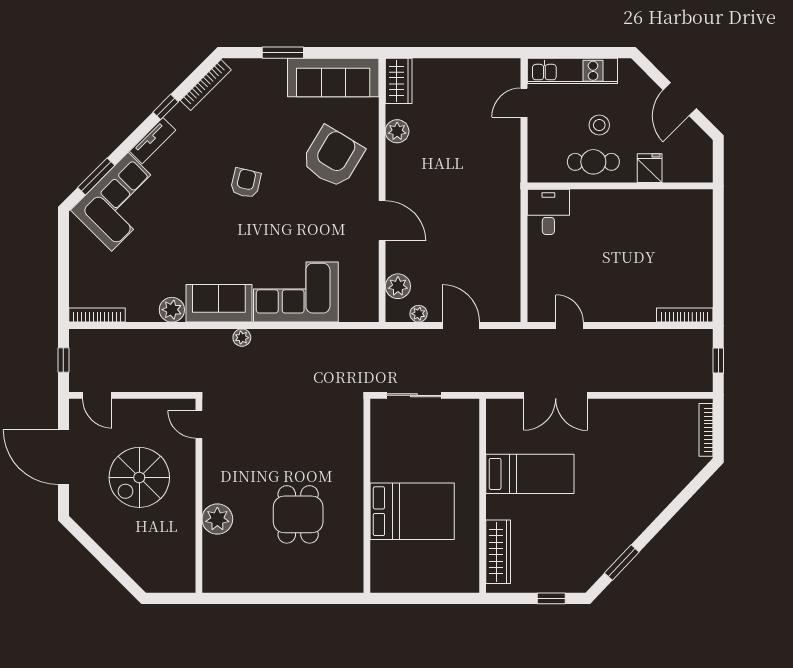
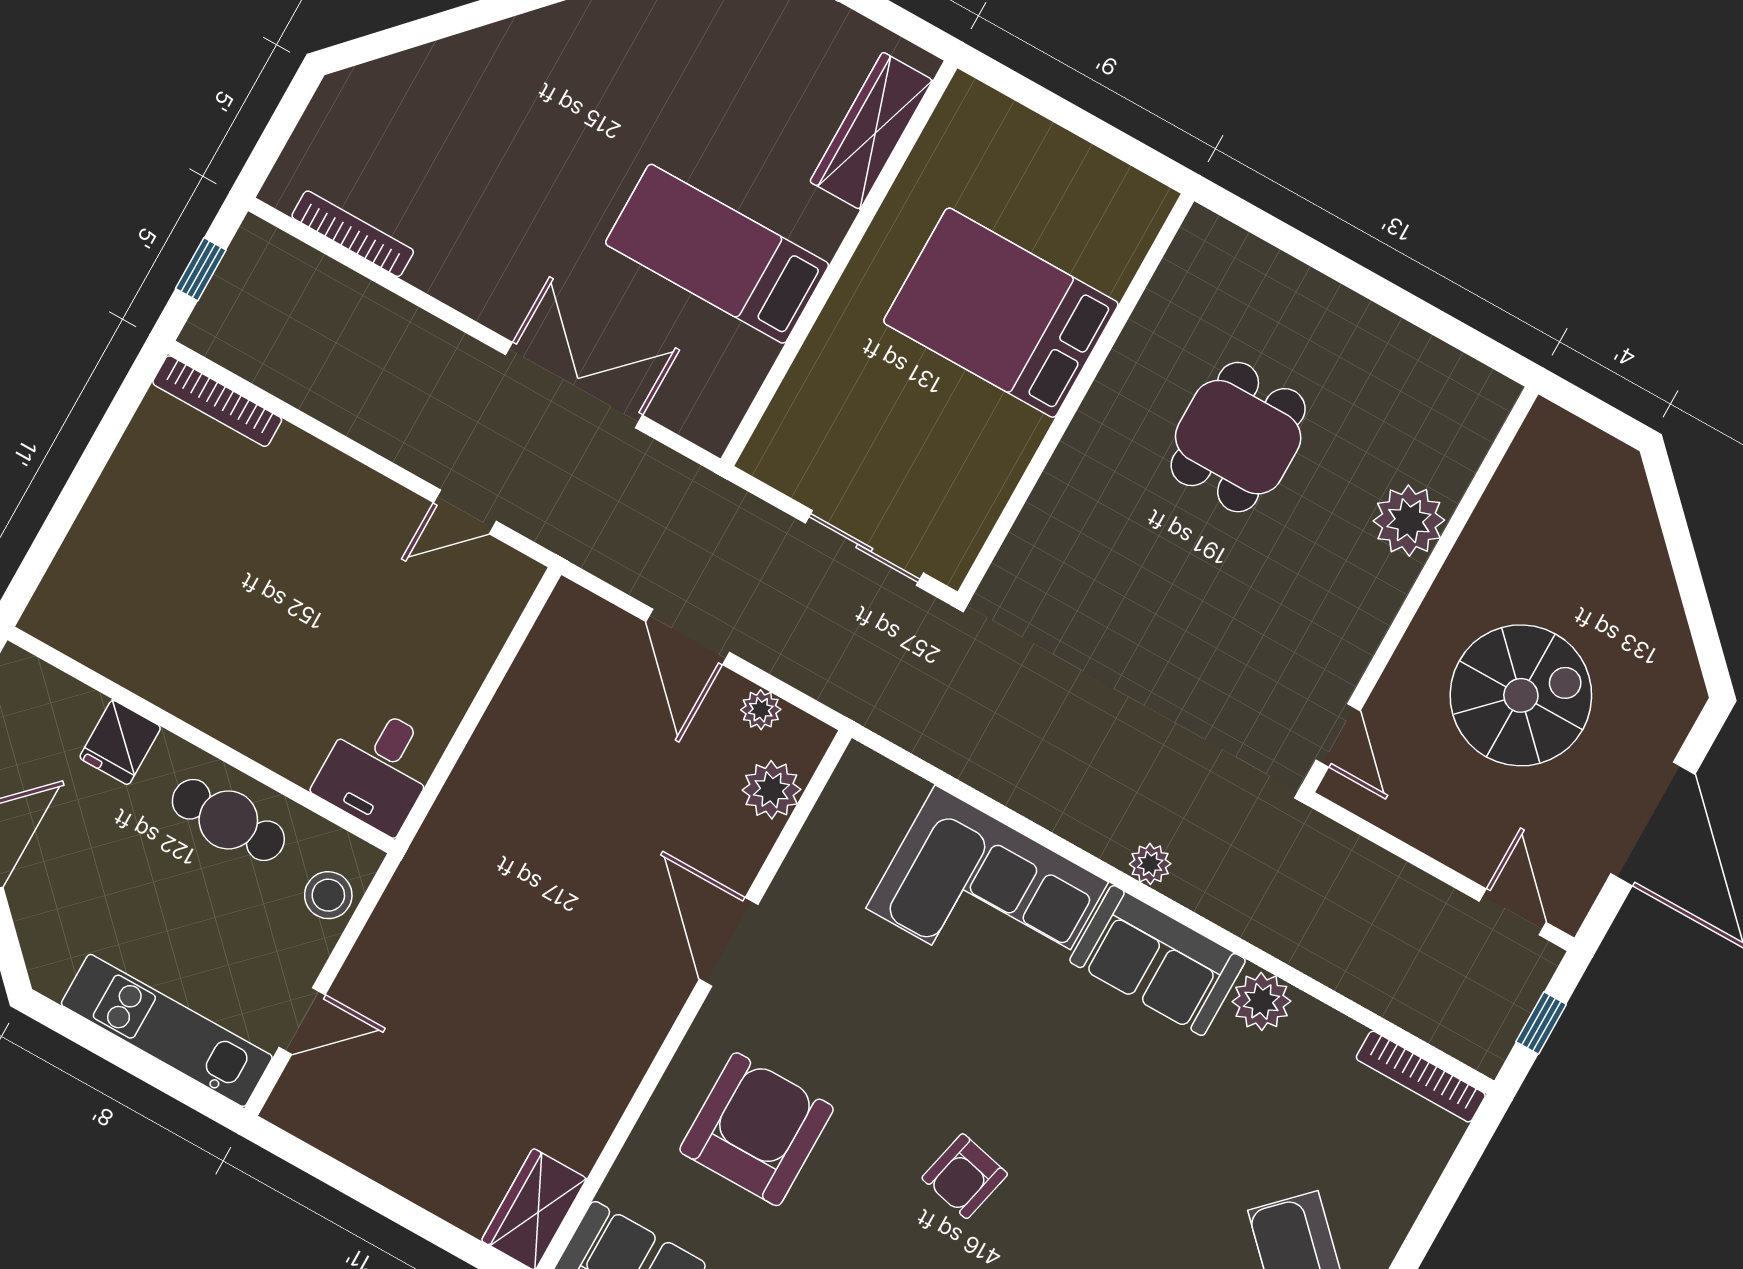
stool: (599, 125) -> (328, 895), moved
plant: (397, 131) -> (595, 1108), removed
armchair: (333, 157) -> (757, 1129), turned 149
door: (570, 326) -> (465, 512), hinge flipped
bookcase: (706, 430) -> (353, 234), moved, turned -90

